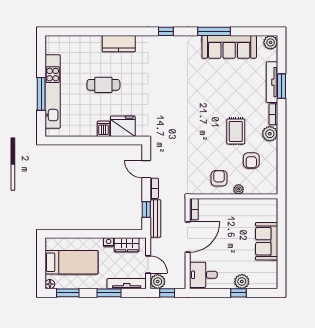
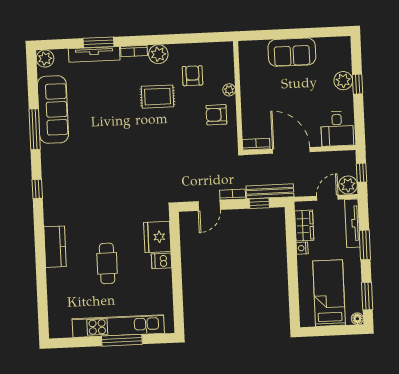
armchair: (251, 160) -> (193, 76), turned -90

